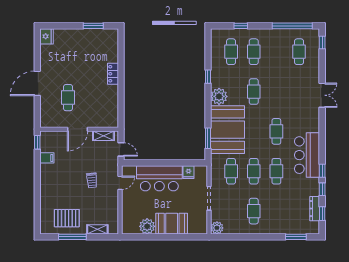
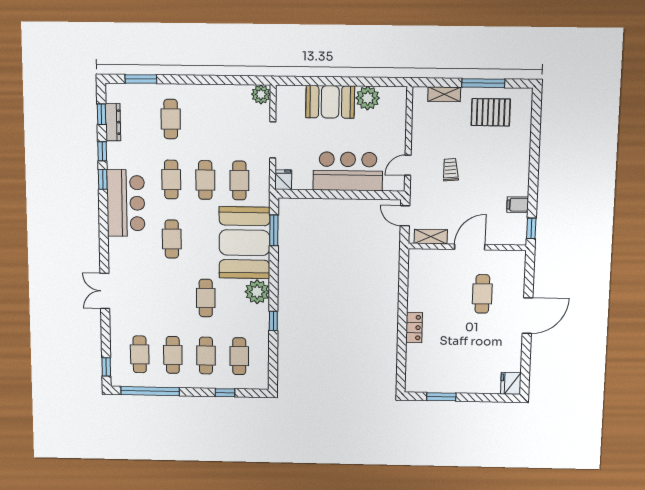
cafe table: (276, 52) -> (173, 355), added
fridge: (189, 172) -> (283, 180), moved
cafe table: (254, 211) -> (171, 119), moved

